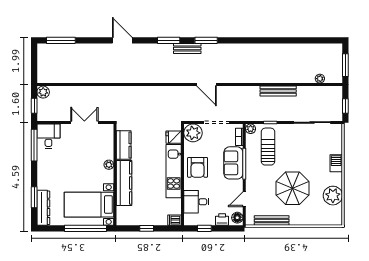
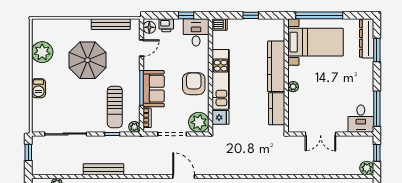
desk: (196, 202) -> (196, 32), moved, turned -90

